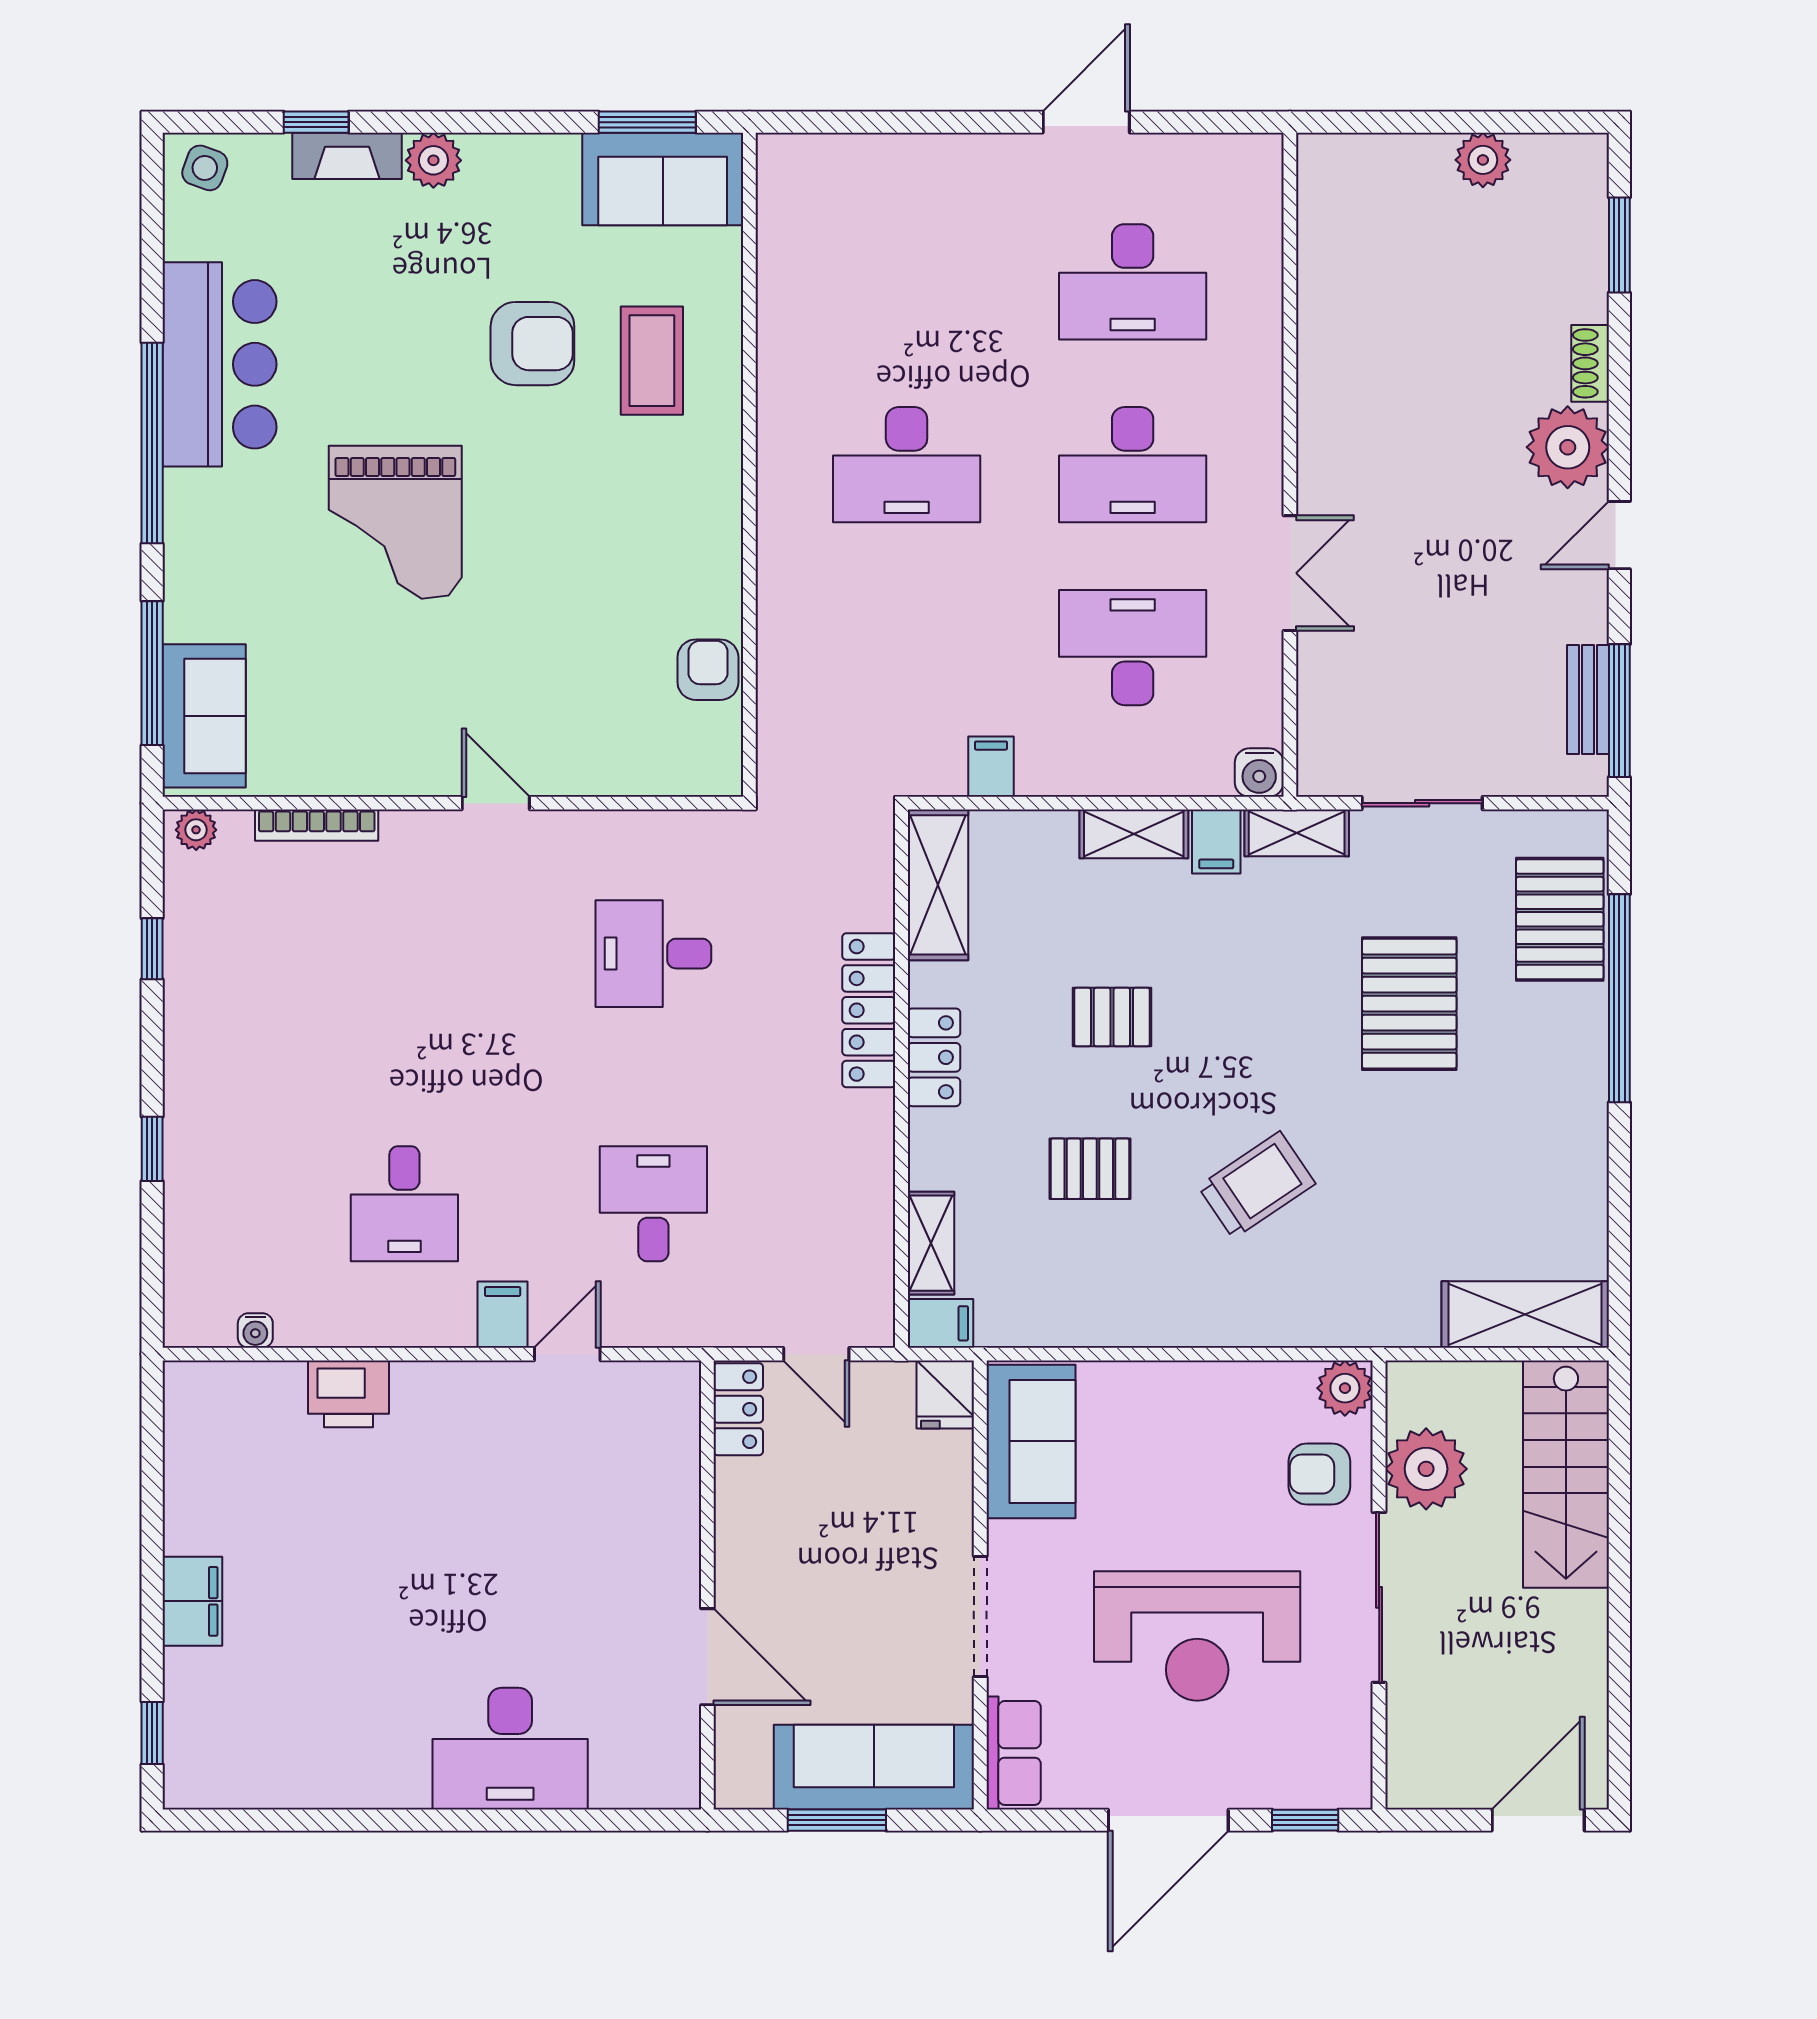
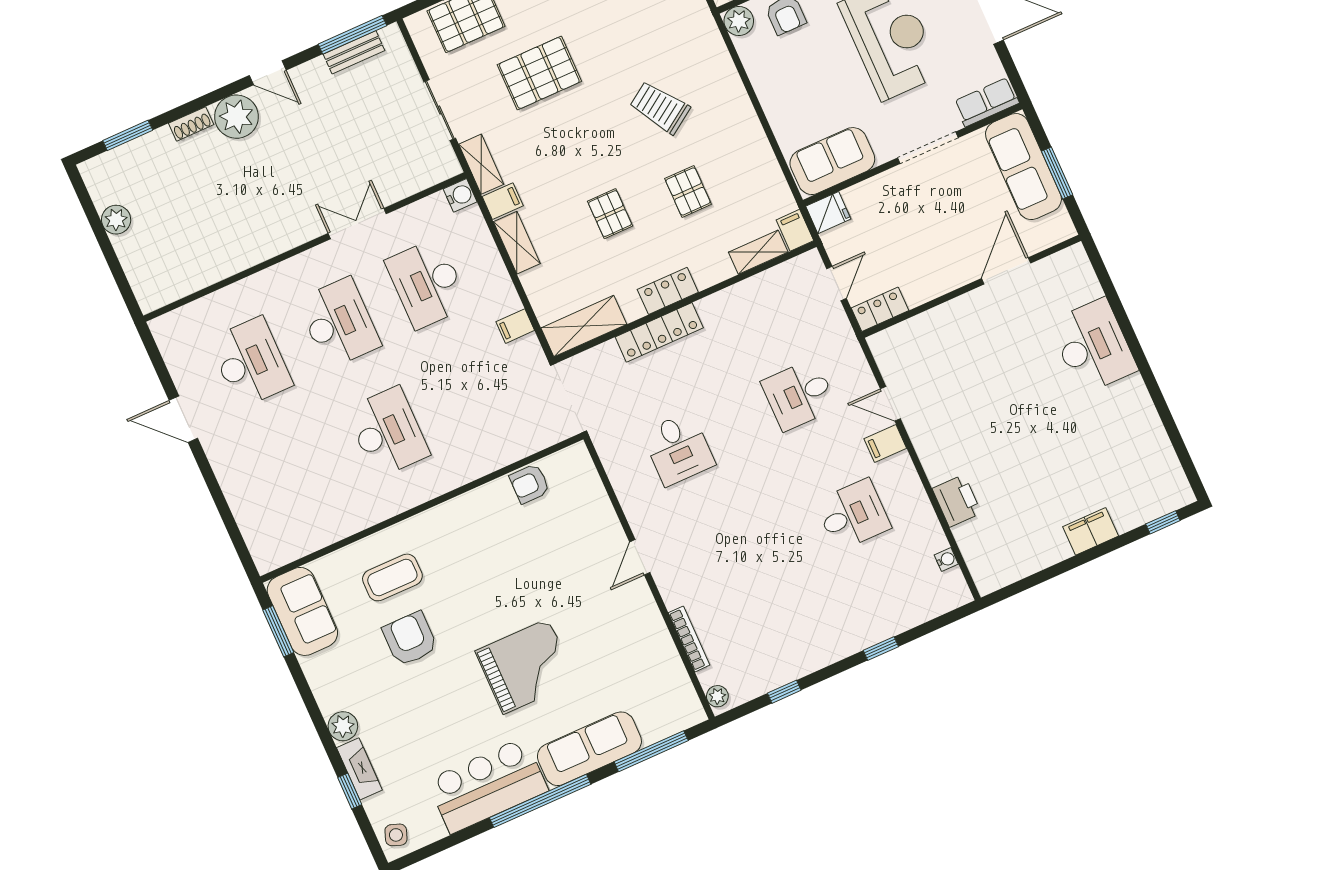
sofa: (204, 716) -> (589, 749), moved, width x1.36

